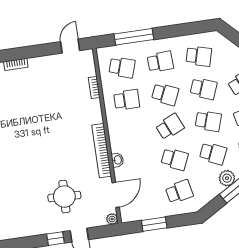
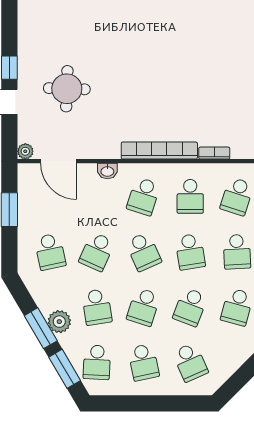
school desk: (165, 94) -> (190, 252), turned -33
school desk: (131, 132) -> (144, 196), added
bookcase: (102, 151) -> (159, 151), moved
school desk: (213, 154) -> (97, 307), turned -33

